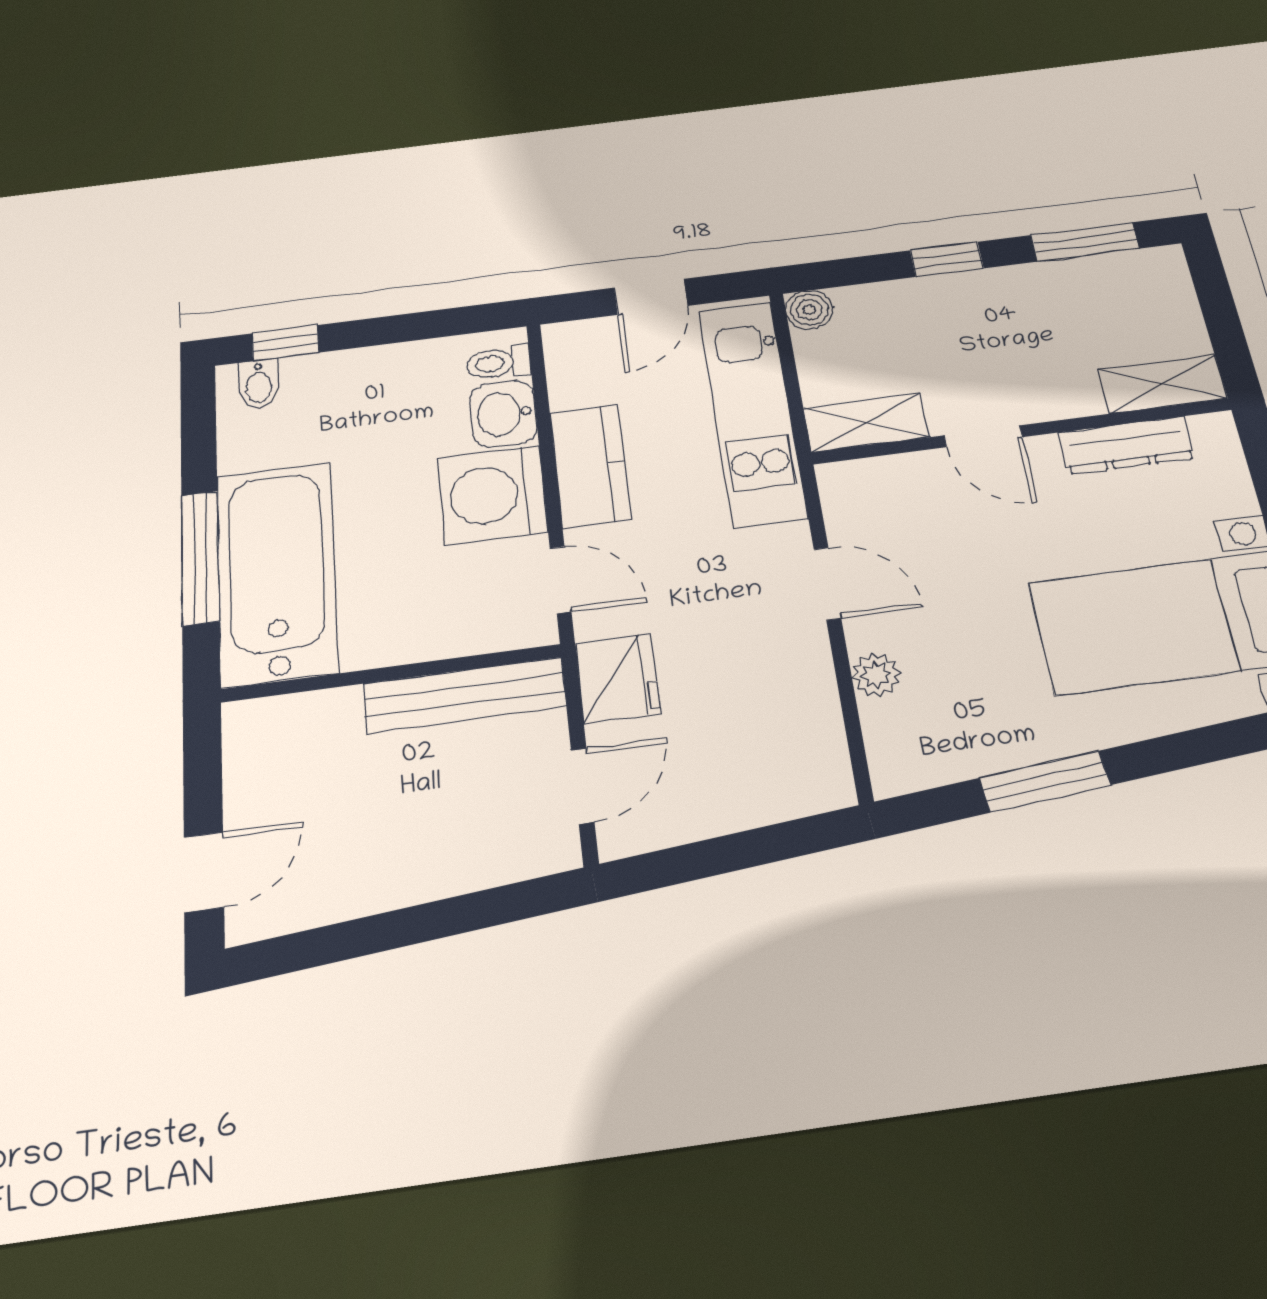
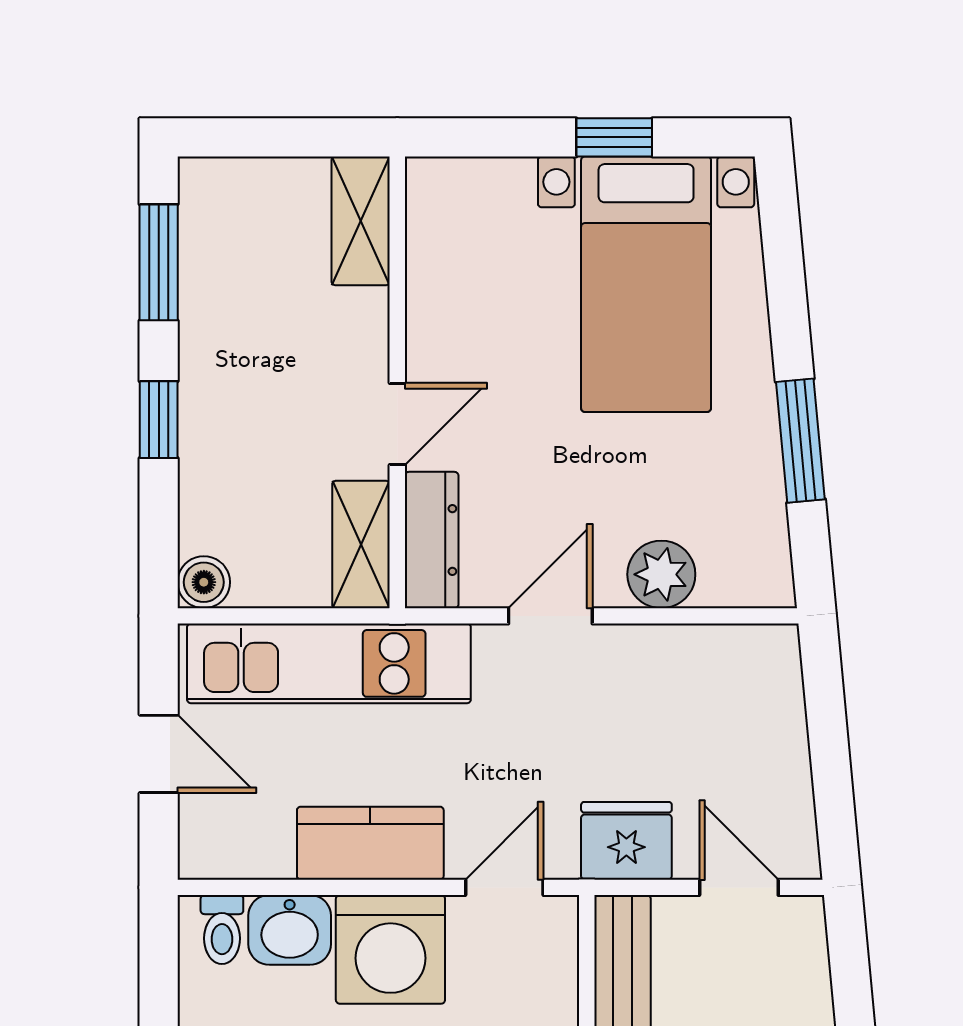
dresser: (1127, 445) -> (432, 540), moved
plant: (876, 675) -> (661, 574), width x1.38, depth x1.38

